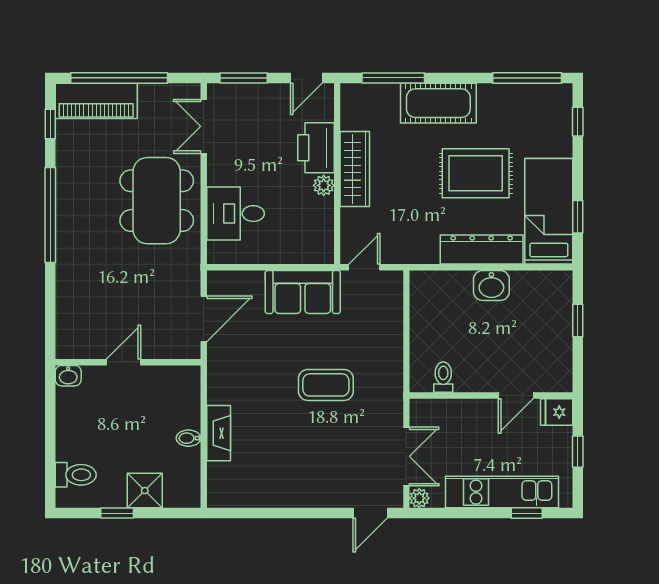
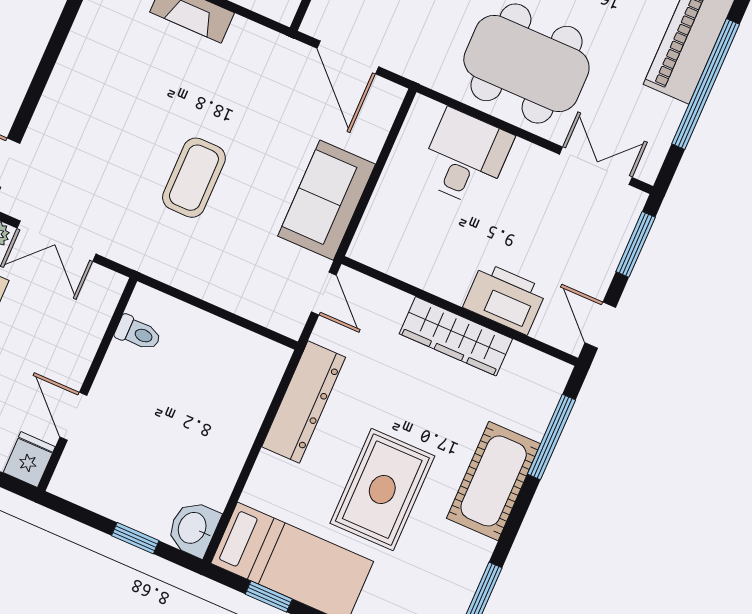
plant: (324, 185) -> (452, 287), removed
dresser: (482, 250) -> (304, 402), moved
washbasin: (491, 285) -> (193, 528), moved

